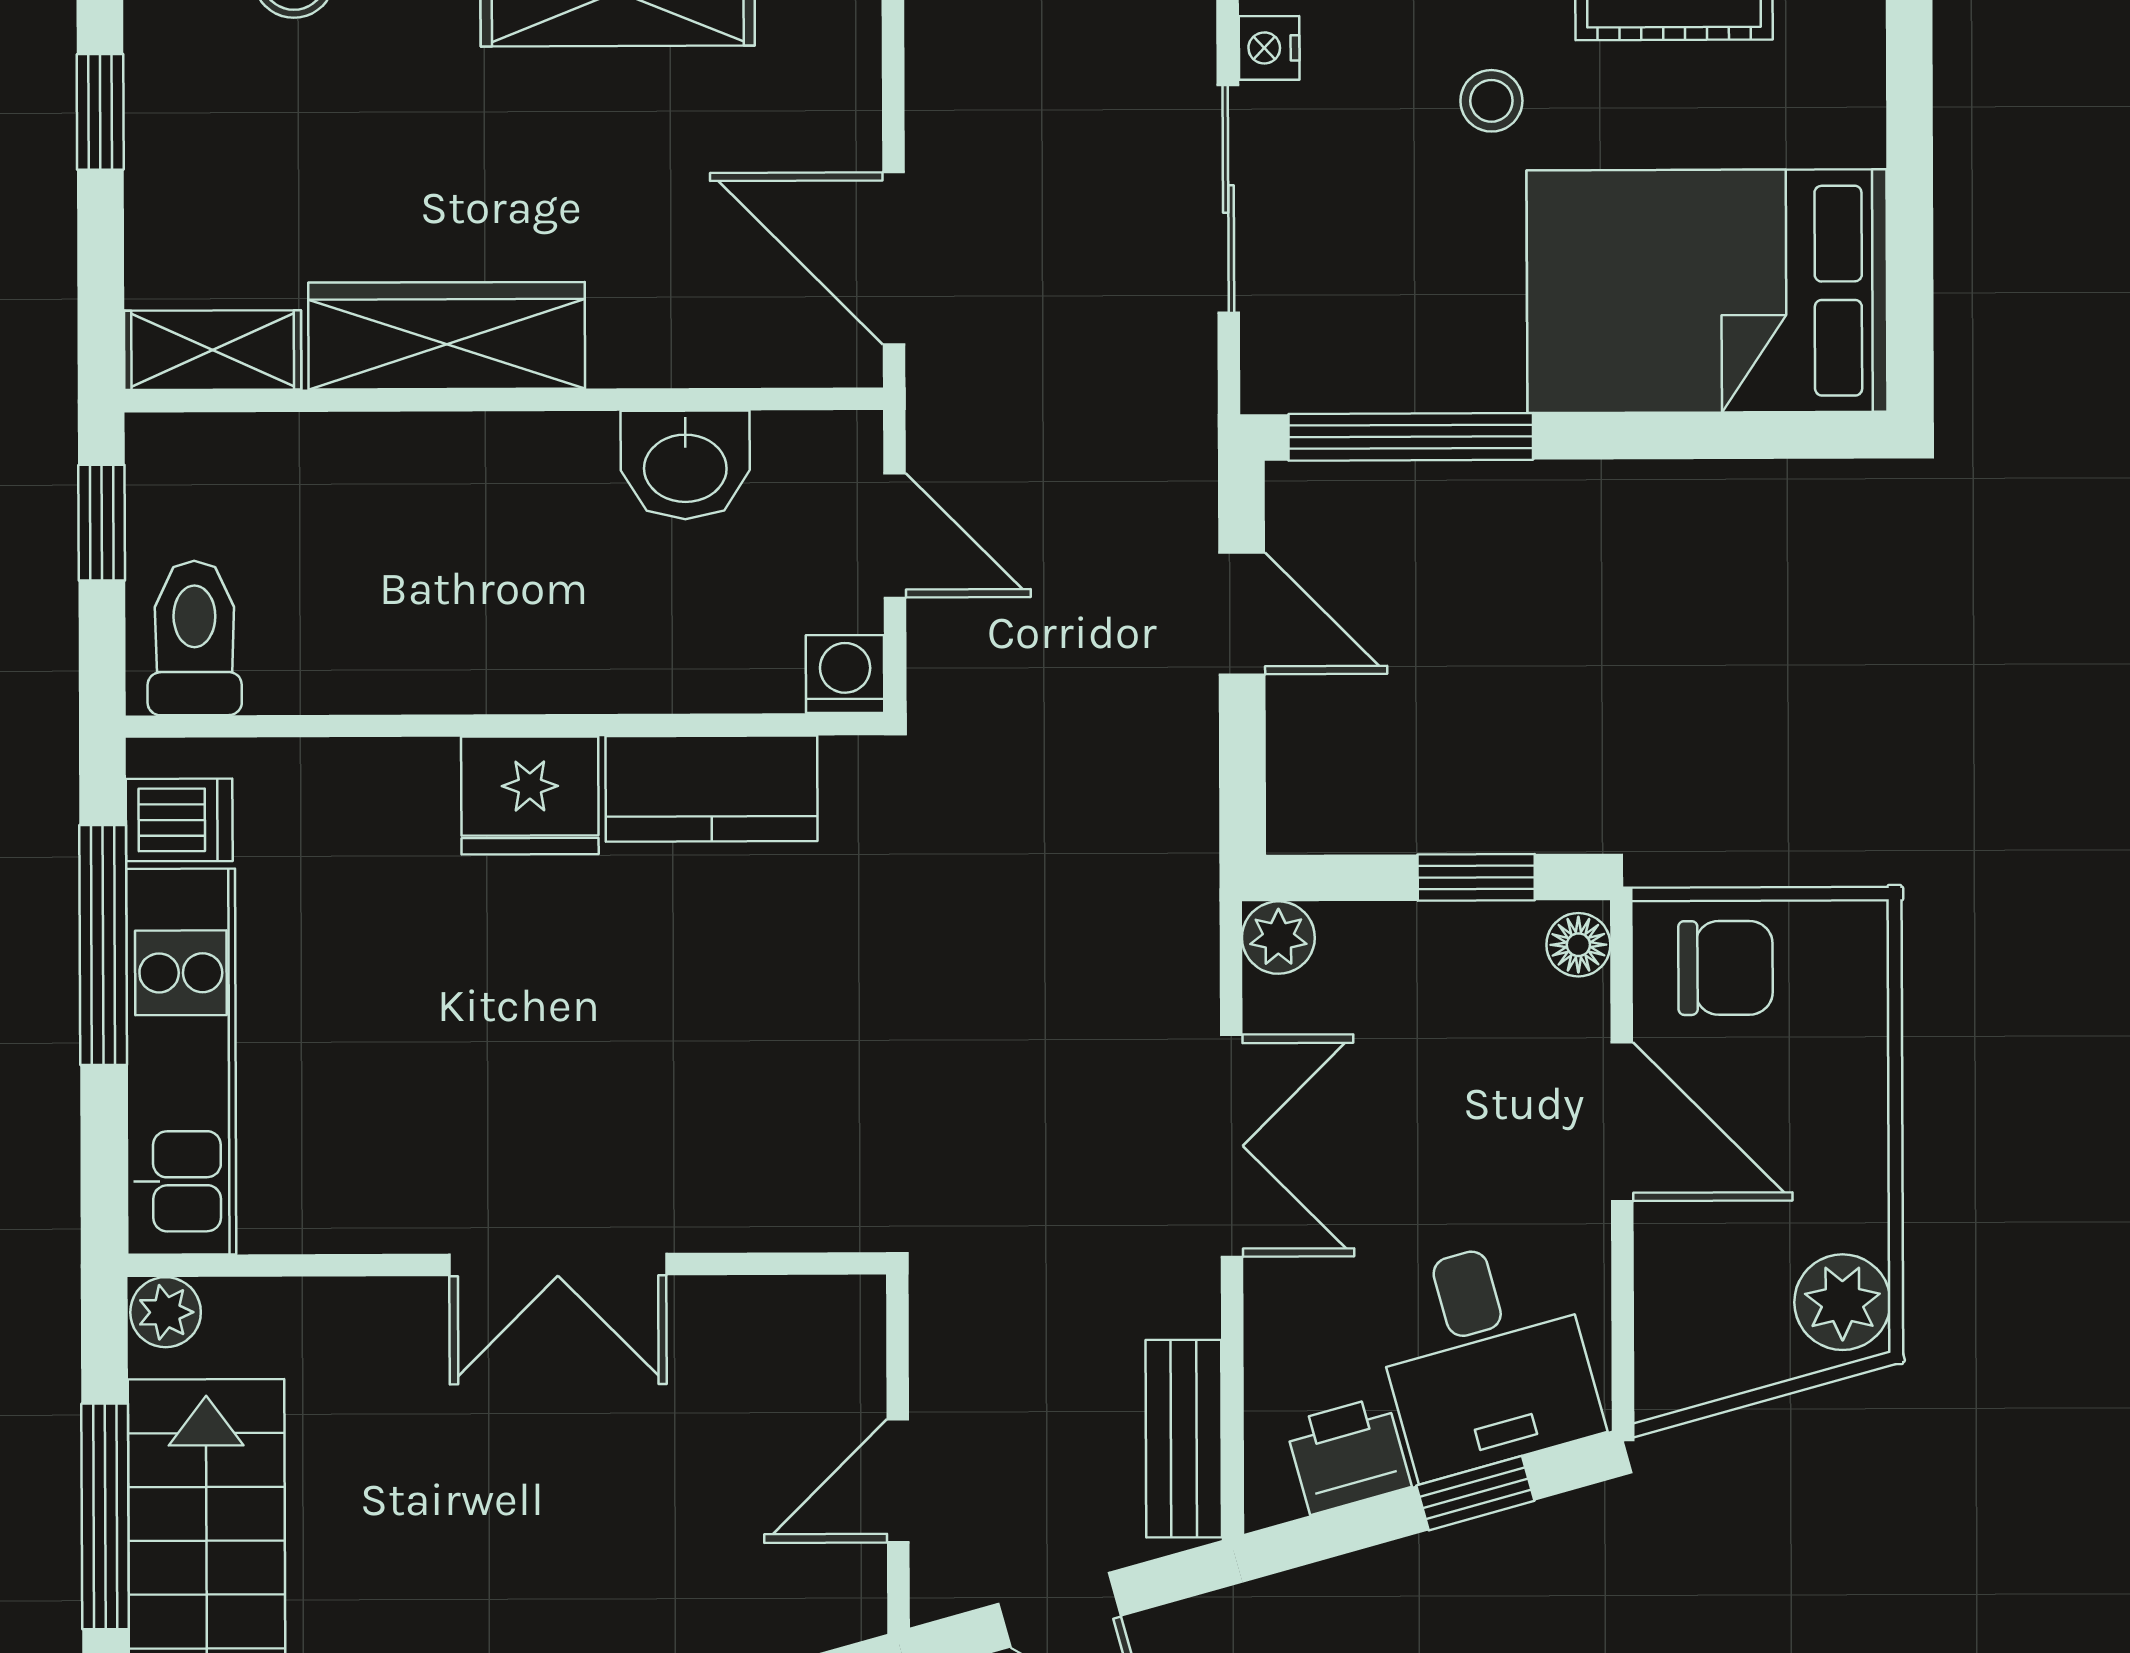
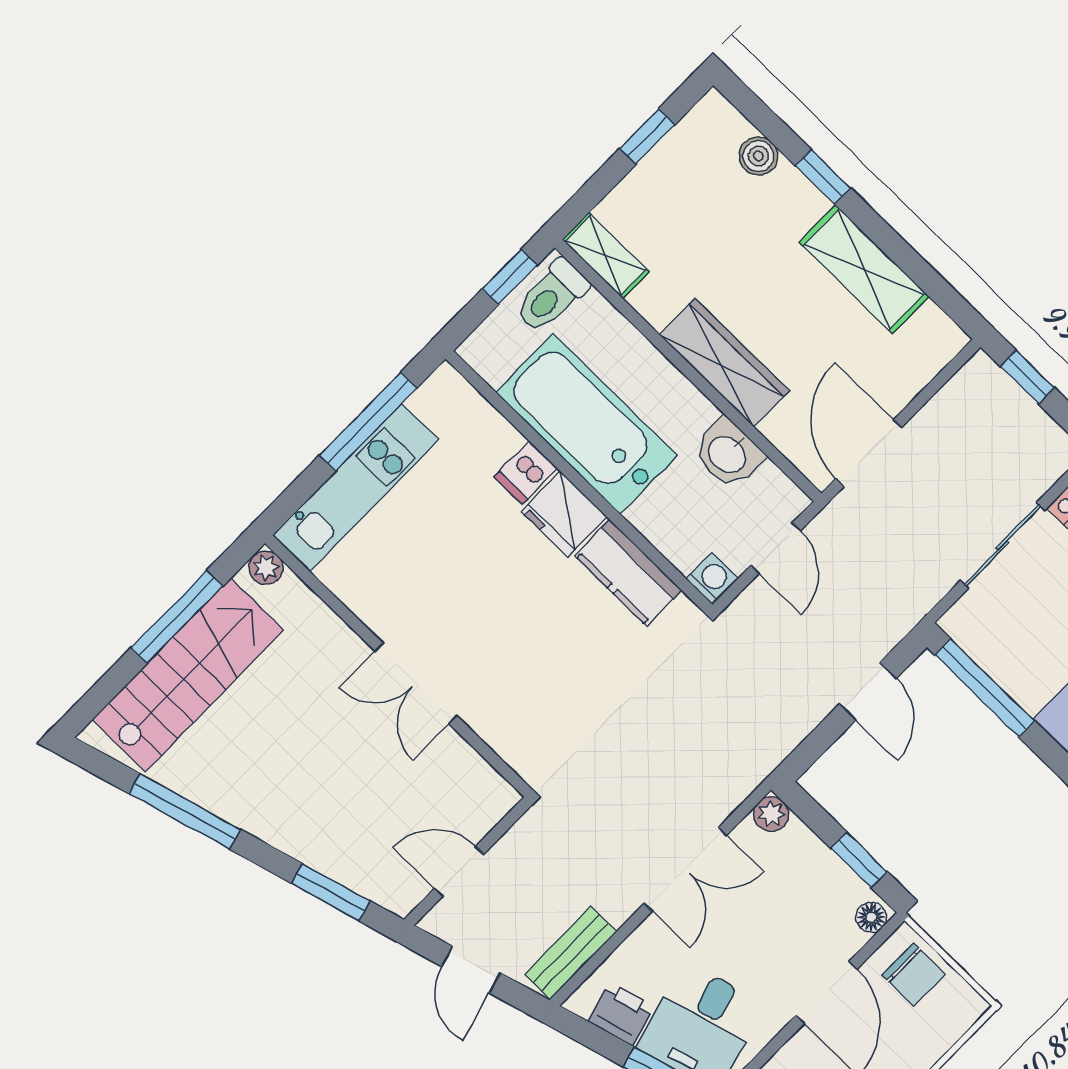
wardrobe: (447, 336) -> (724, 363), moved
bathtub: (431, 629) -> (586, 424), added
toilet: (194, 638) -> (551, 296), moved, turned 180
dishwasher: (179, 820) -> (526, 473), moved, turned 90

